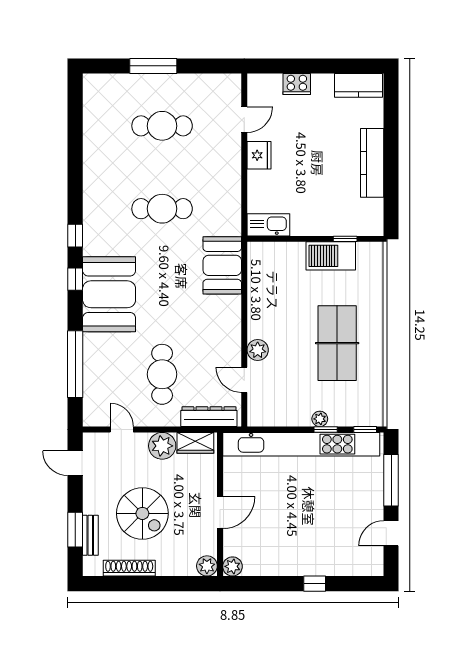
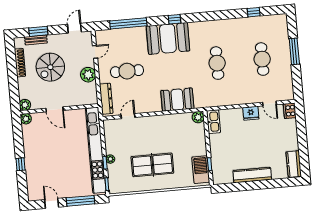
cooker: (297, 84) -> (290, 111), moved
window: (75, 236) -> (254, 12), moved
barbecue: (331, 256) -> (201, 170), moved
booth: (222, 265) -> (177, 100), moved
plant: (258, 350) -> (198, 117), moved
wardrobe: (195, 443) -> (91, 93), removed

